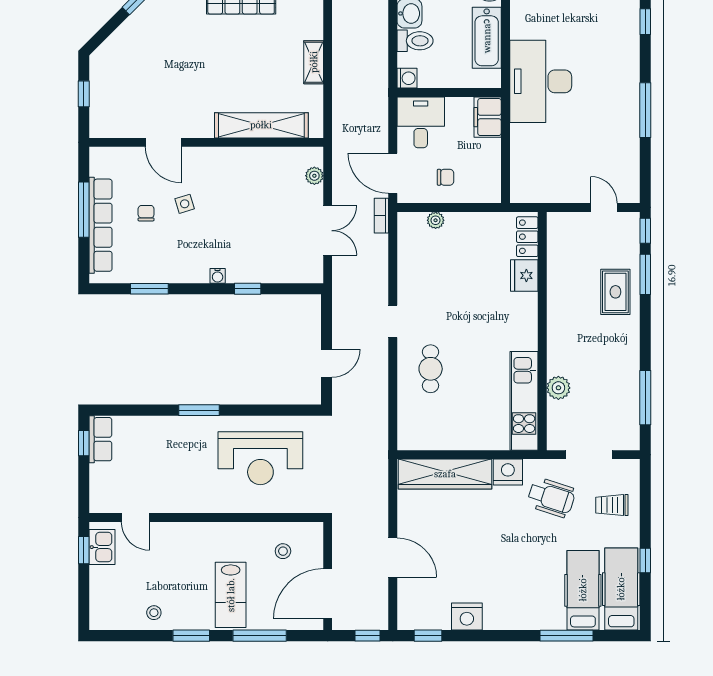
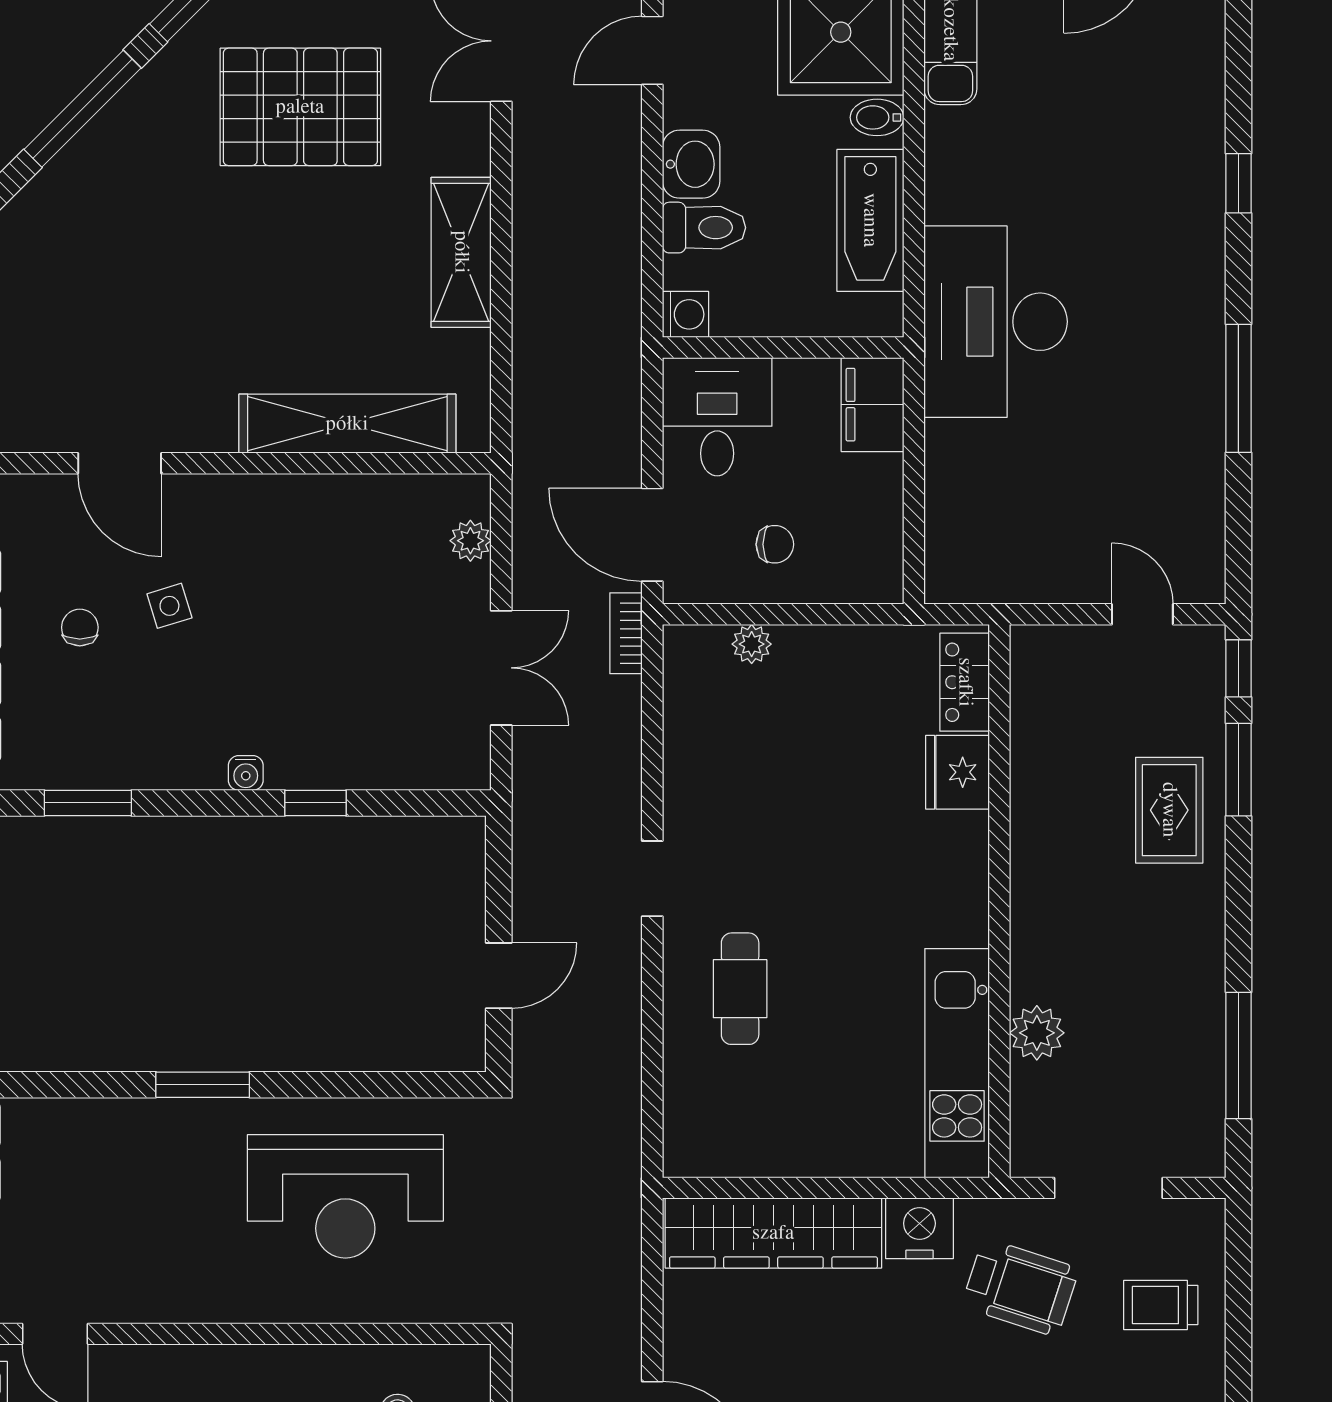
shelving: (314, 62) -> (461, 252), width x1.50, depth x1.33

